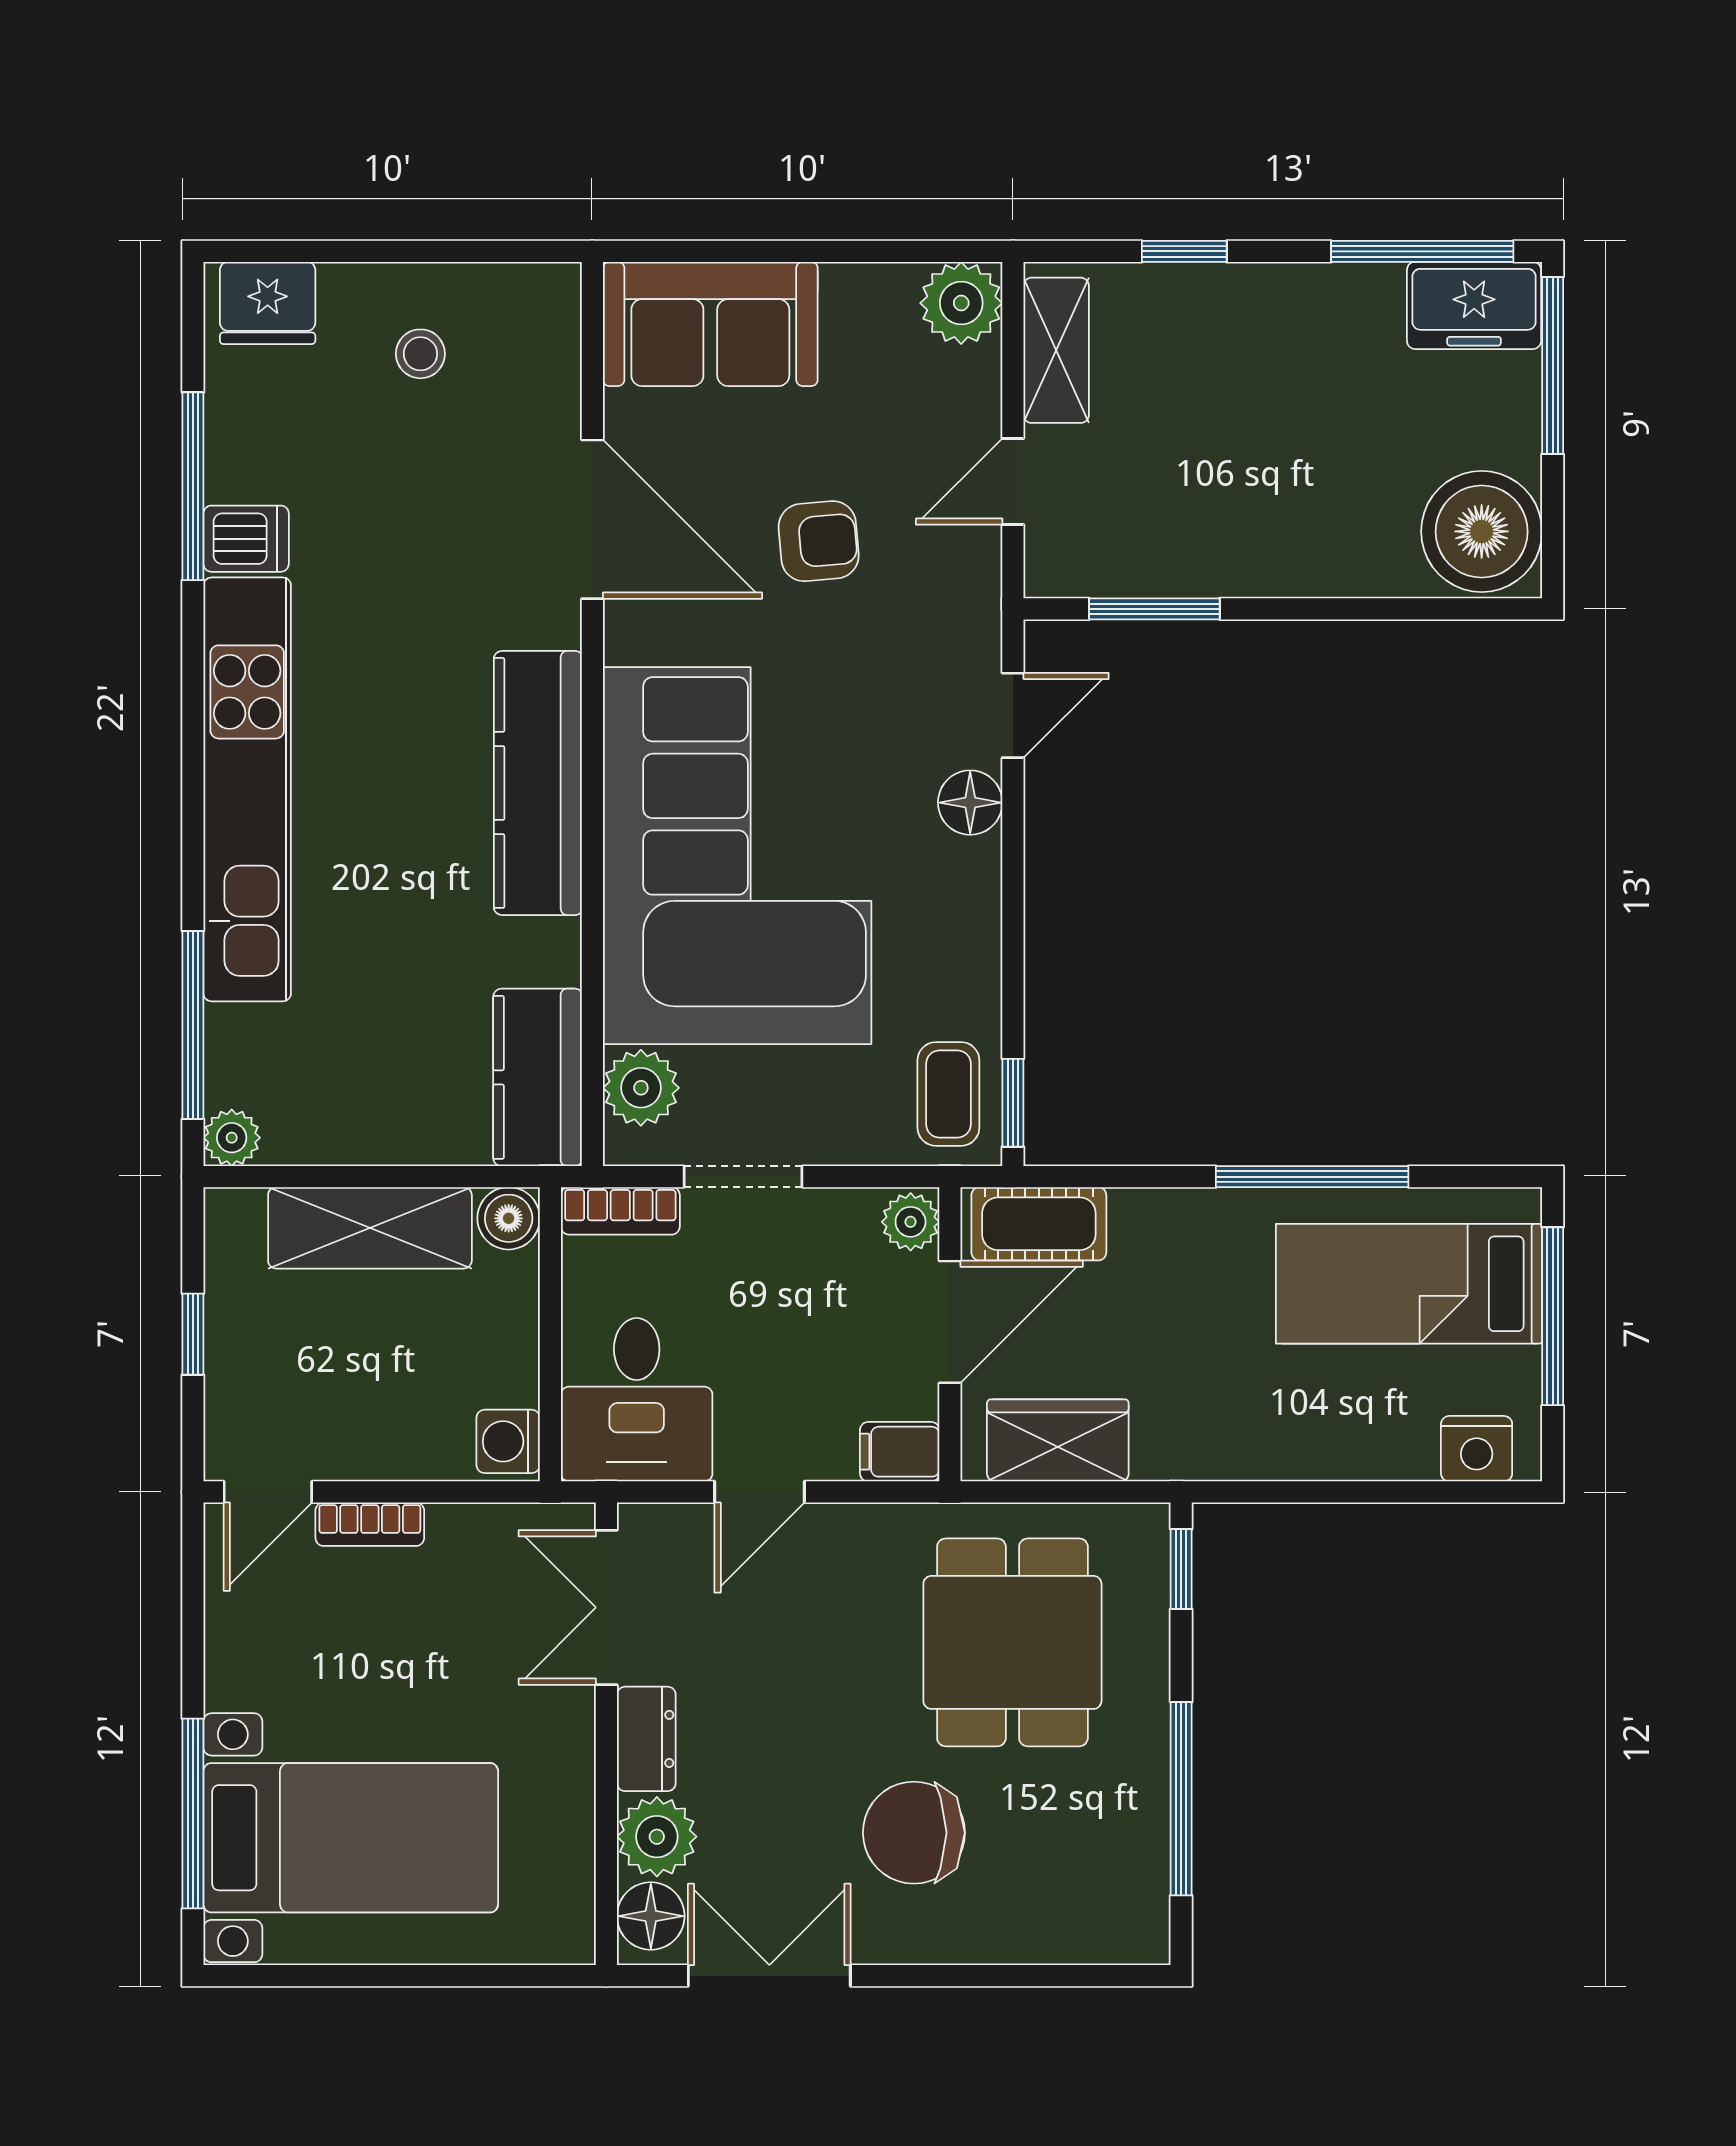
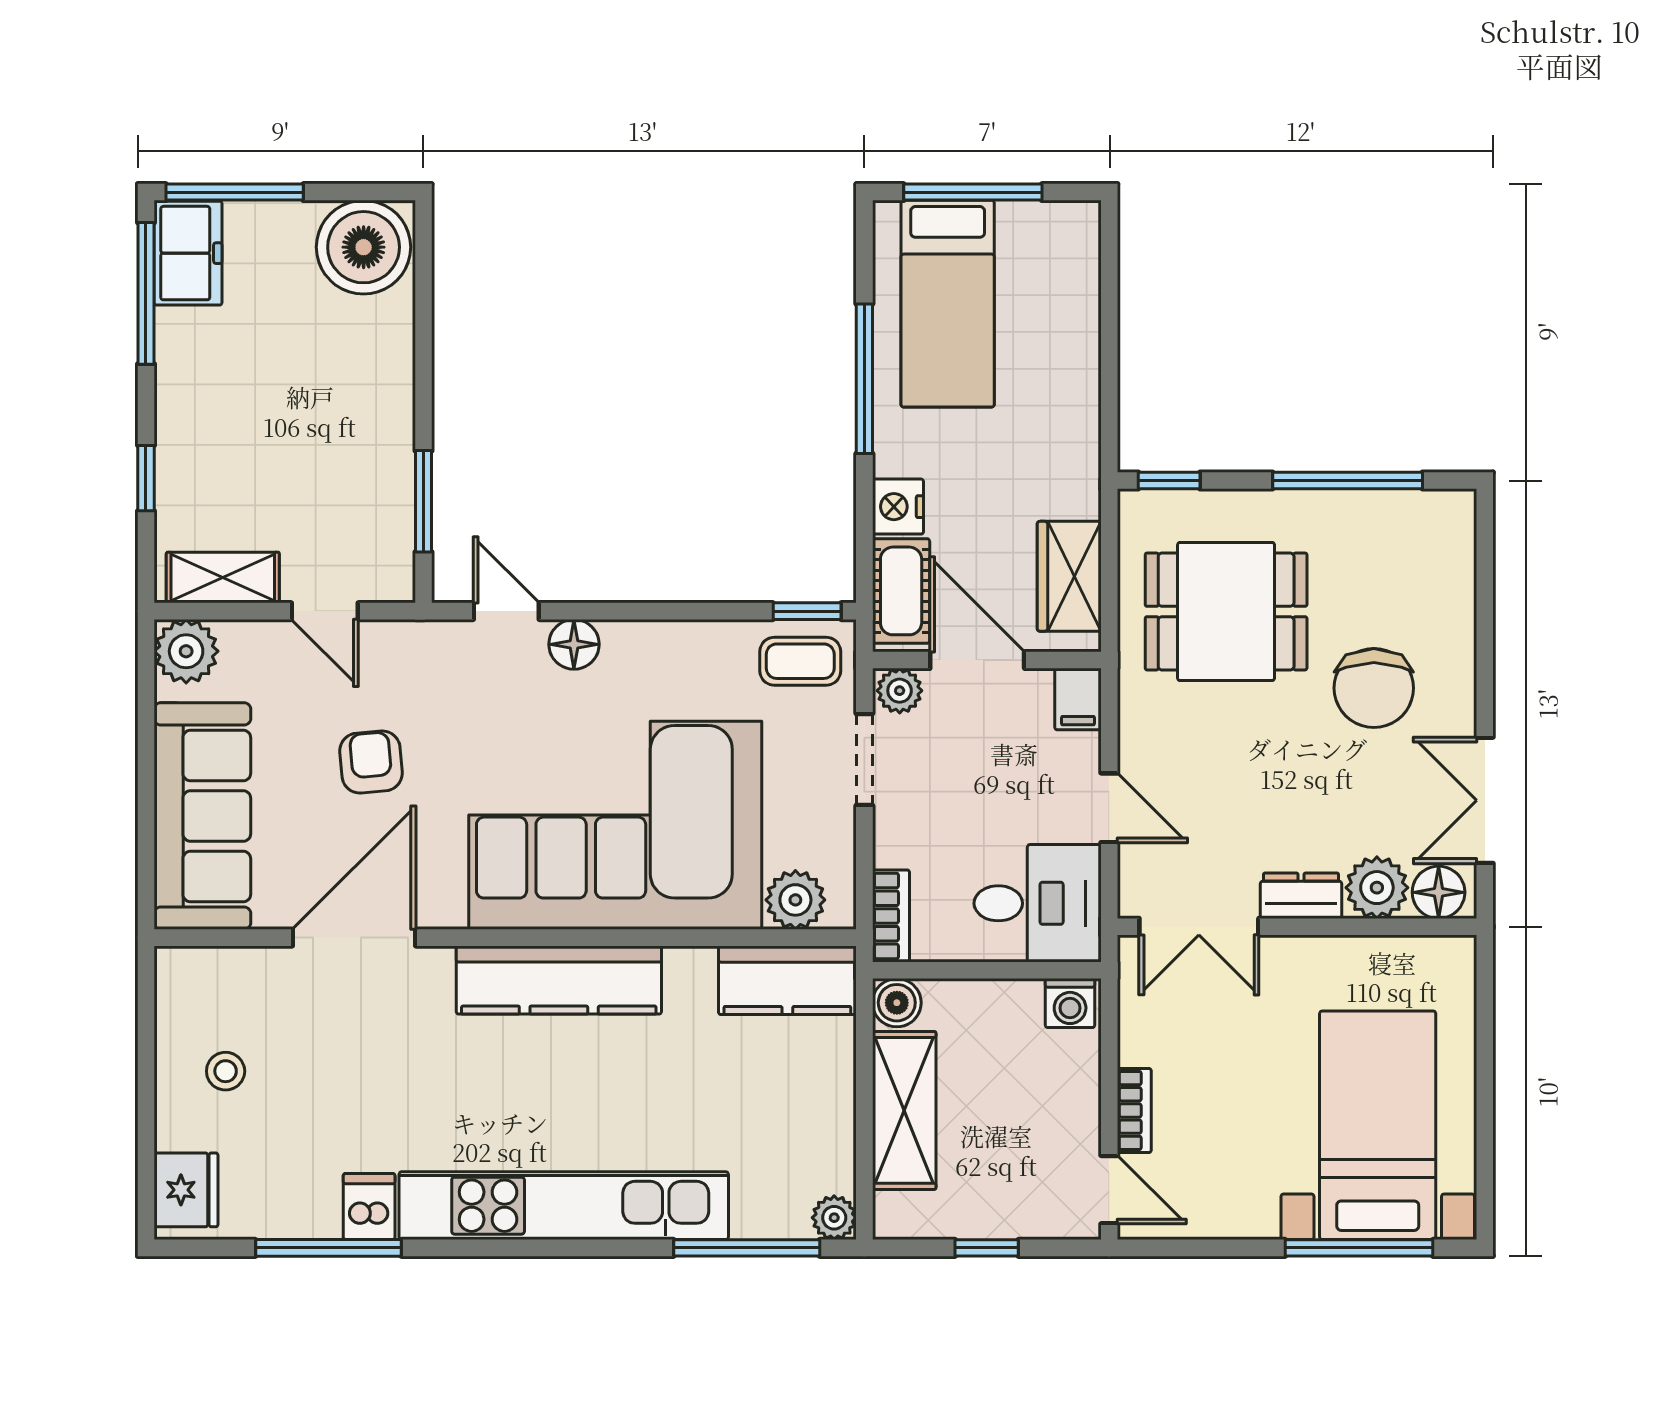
sofa: (710, 324) -> (202, 816), width x1.36
doorway: (743, 1177) -> (864, 759), moved
nightstand: (1477, 1449) -> (898, 507), moved, turned 180

